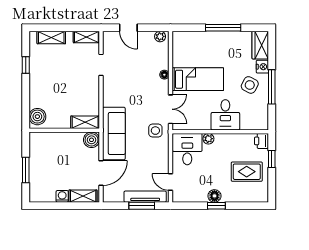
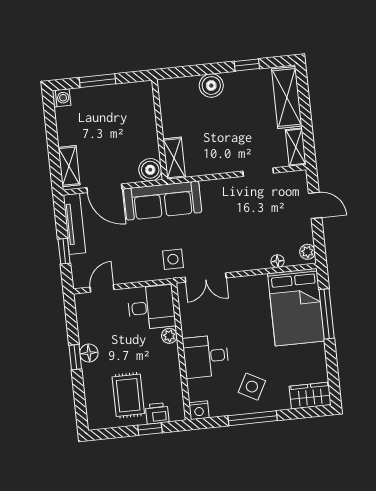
door: (128, 28) -> (315, 205), swing flipped
window: (223, 28) -> (327, 314), moved
shelving: (51, 37) -> (287, 97), width x1.50, depth x1.33
nightstand: (262, 67) -> (199, 410), moved
floor lamp: (164, 75) -> (277, 261), moved
bed: (198, 79) -> (296, 307), moved, width x1.50
boiler: (37, 117) -> (211, 86), moved
printer: (261, 141) -> (157, 413), moved
washing machine: (62, 196) -> (61, 98), moved
tv unit: (145, 197) -> (74, 224), moved
window: (142, 206) -> (64, 251), width x0.67

